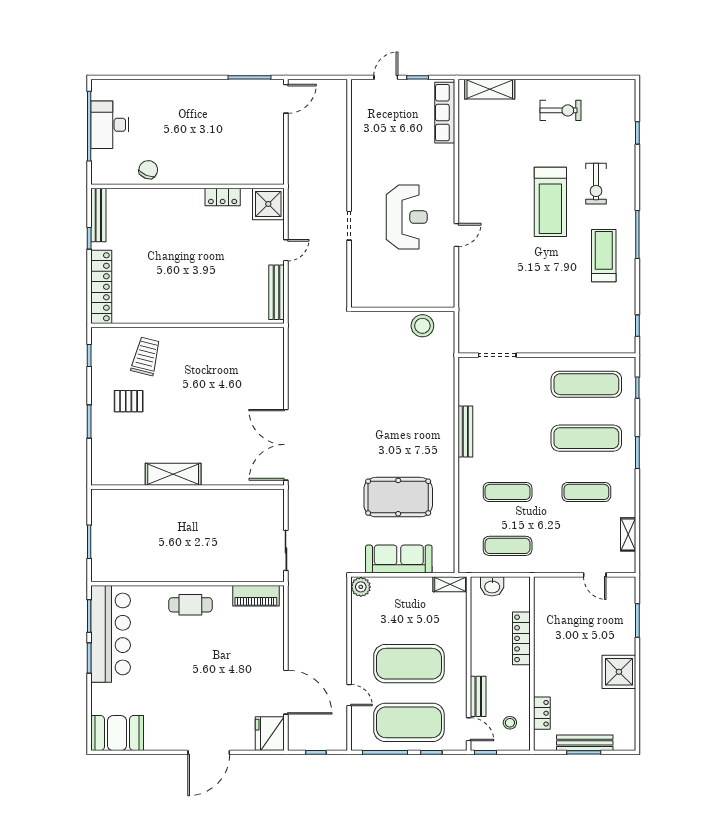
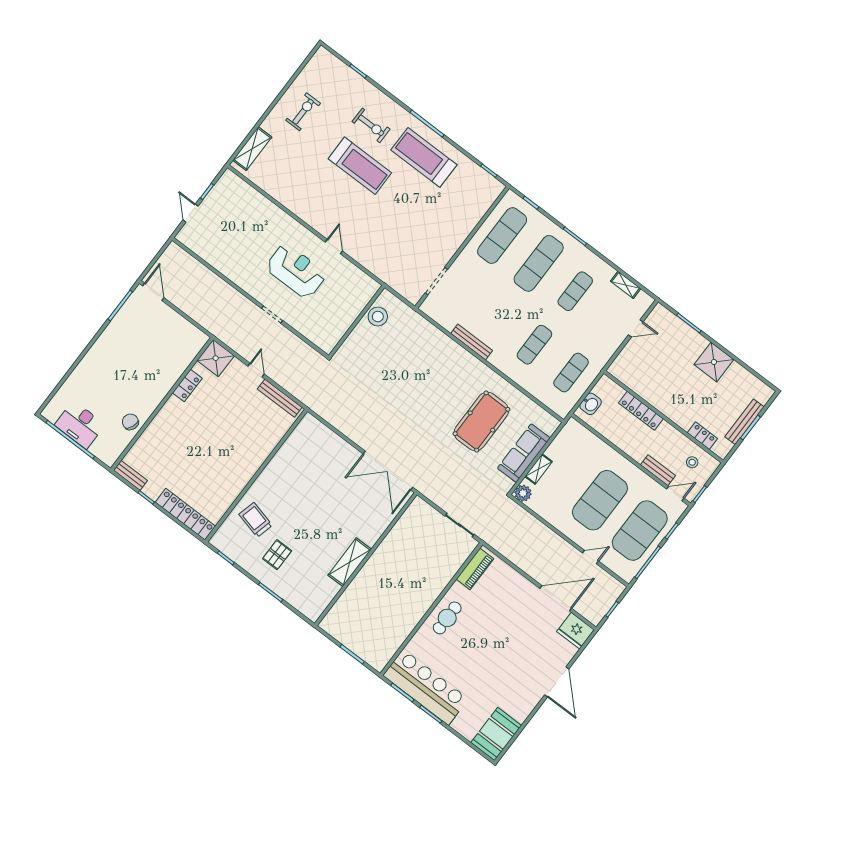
row of seats: (445, 113) -> (245, 191), removed
bench: (98, 215) -> (130, 475), width x0.73
treadmill: (604, 256) -> (424, 157), width x1.37, depth x1.38
shelving: (450, 584) -> (539, 469), moved

